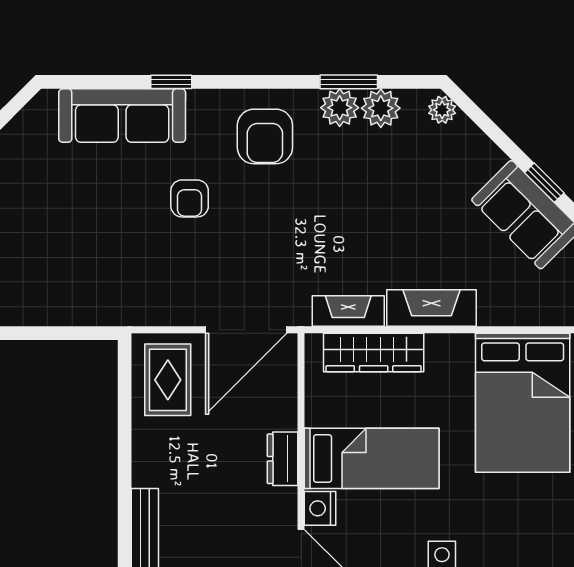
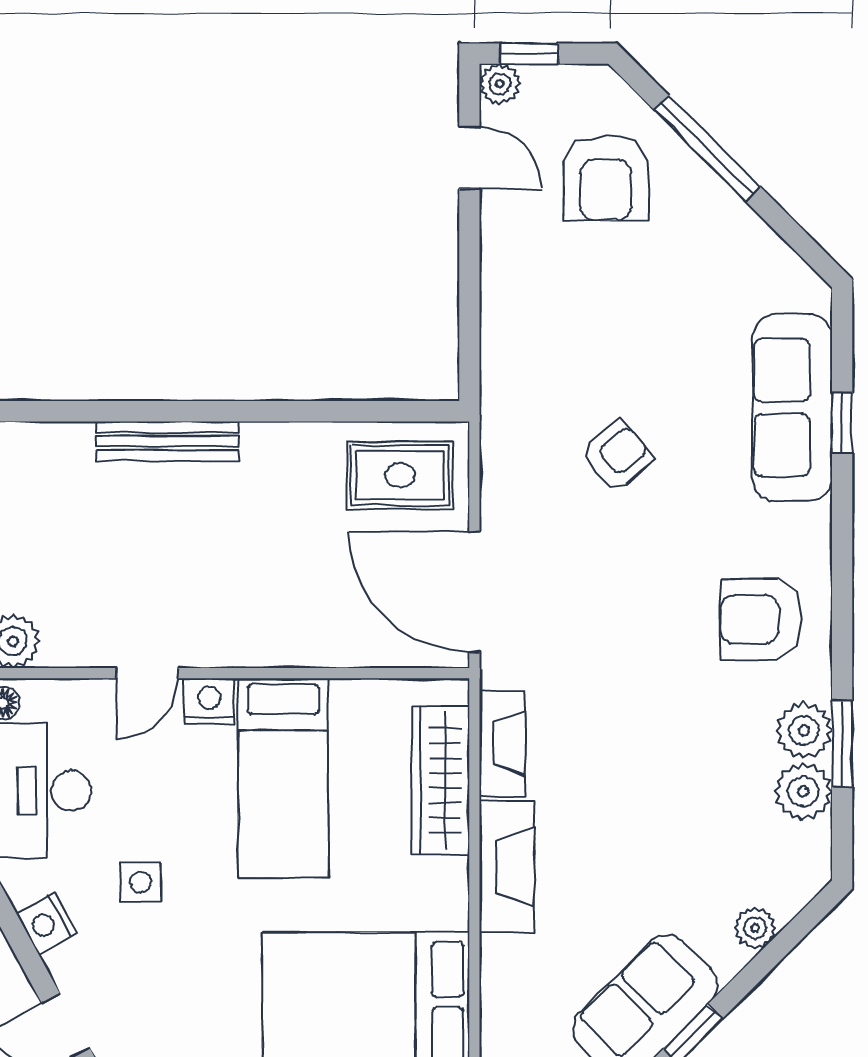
window: (171, 82) -> (842, 423), moved
plant: (442, 110) -> (755, 928), moved
armchair: (190, 198) -> (617, 456), moved, turned 140
dresser: (283, 459) -> (283, 646), removed

